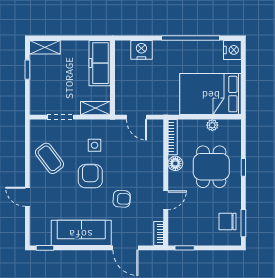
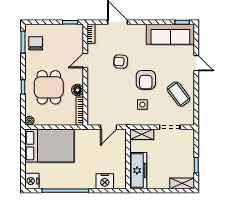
door: (137, 117) -> (109, 127), swing flipped
plant: (212, 125) -> (29, 121), moved
chair: (228, 222) -> (36, 43), turned -90
sofa: (81, 233) -> (170, 34), moved

